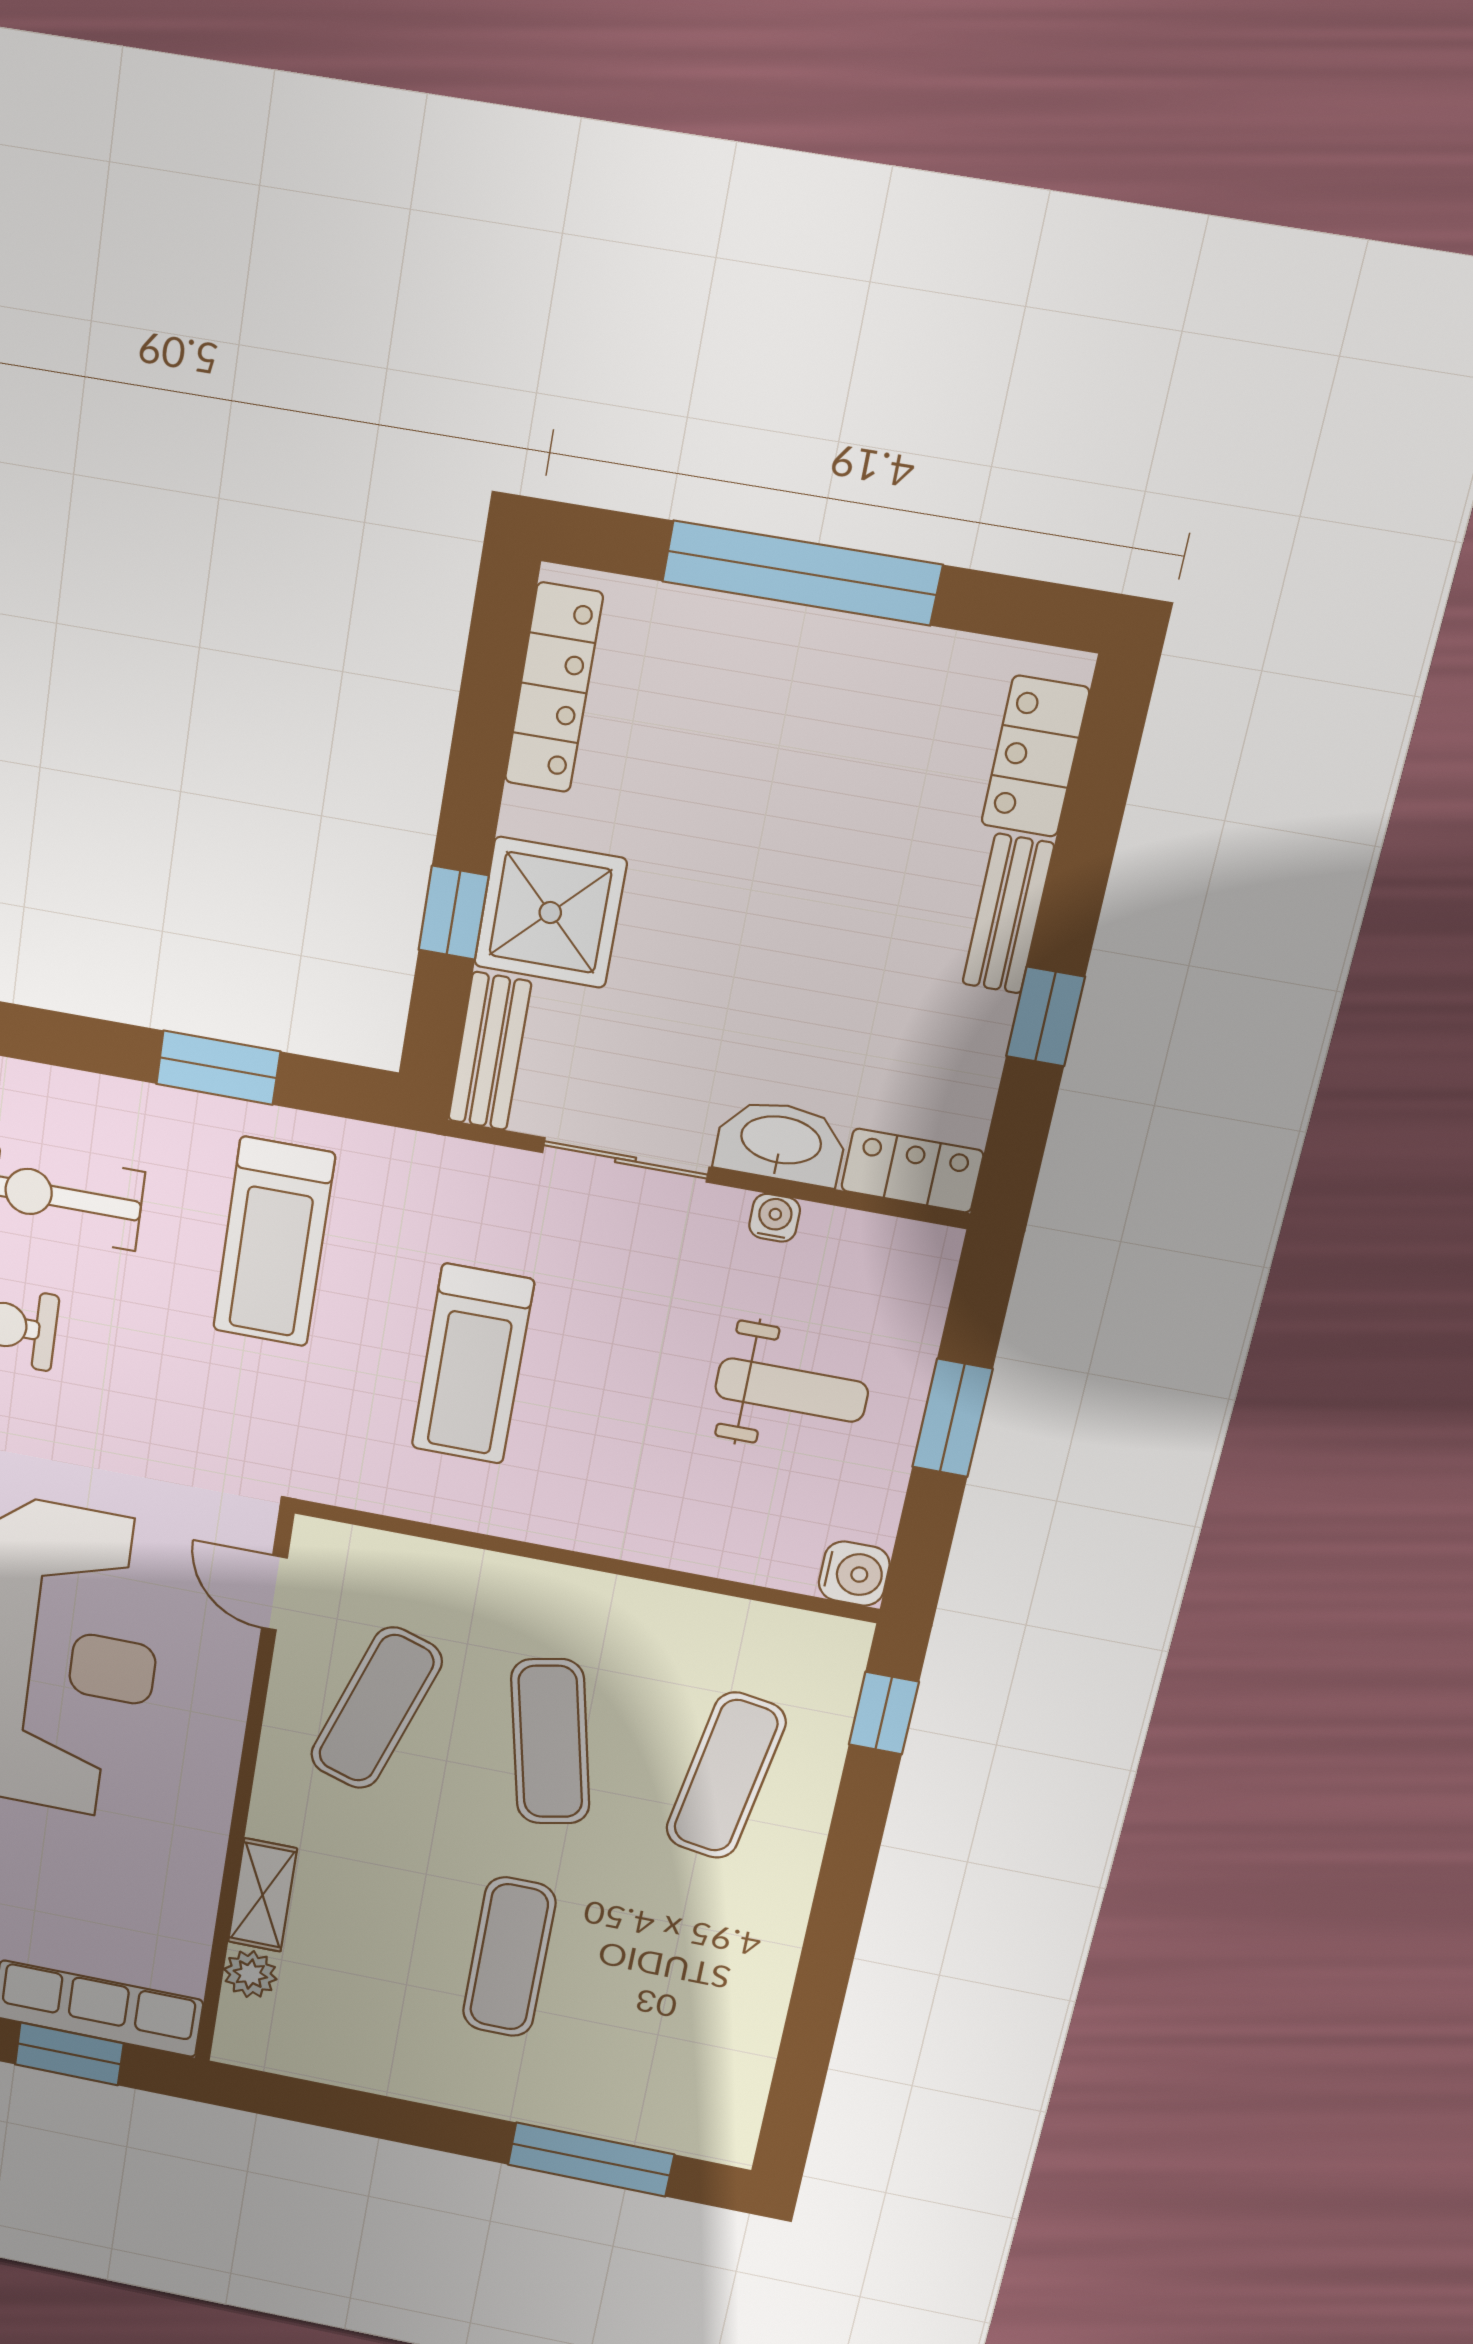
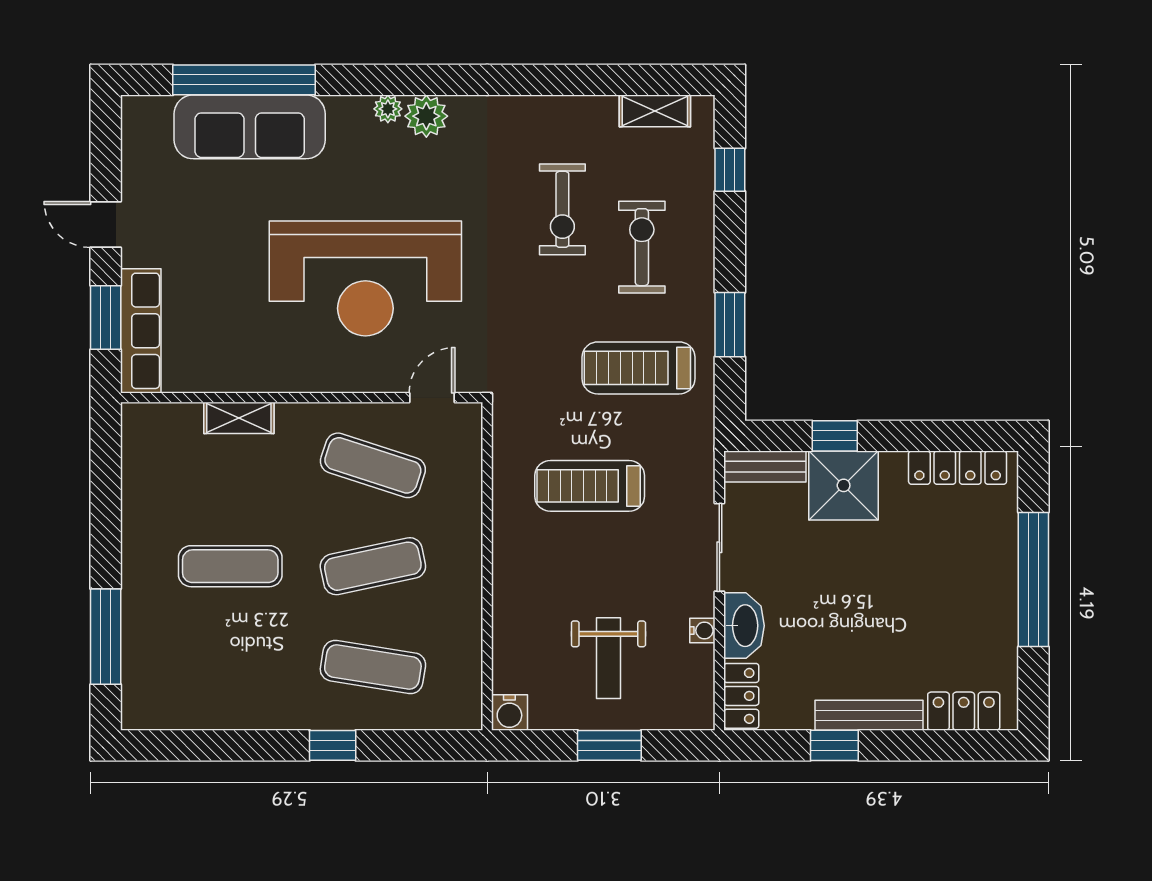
bench: (1008, 914) -> (869, 715), width x1.36
window: (884, 1713) -> (333, 745), moved
plant: (250, 1974) -> (185, 418), removed

